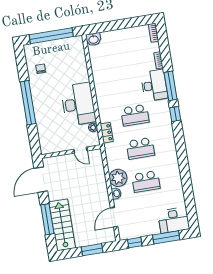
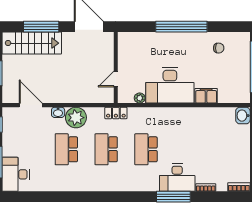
filing cabinet: (82, 73) -> (206, 96), added
window: (175, 114) -> (140, 197), removed
locker: (107, 133) -> (116, 113), moved

